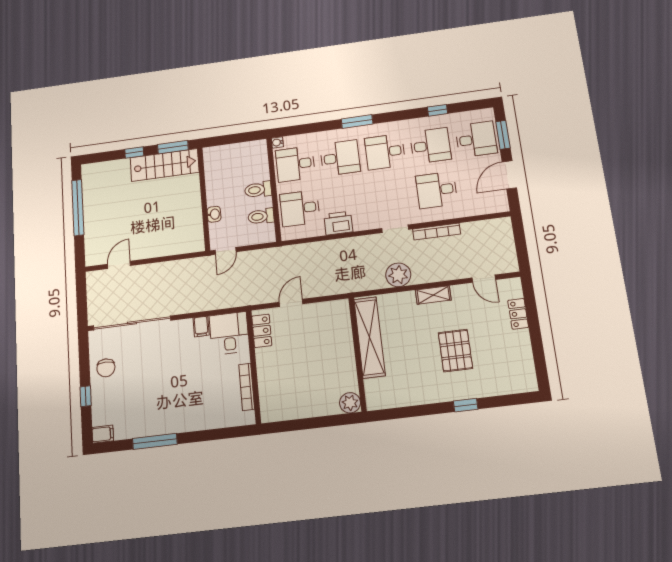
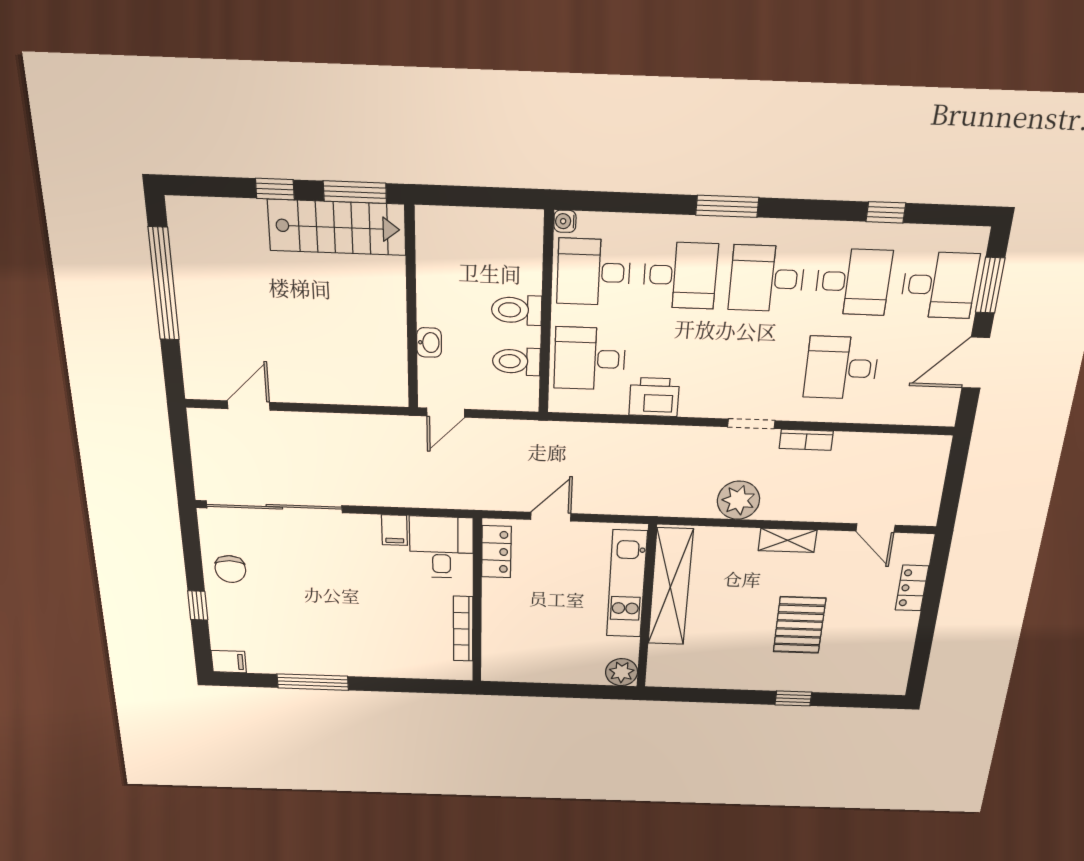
bookcase: (437, 232) -> (806, 440), width x0.64
kitchen unit: (343, 340) -> (627, 584), added

